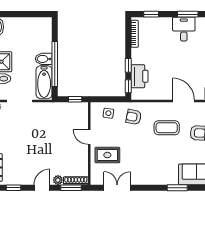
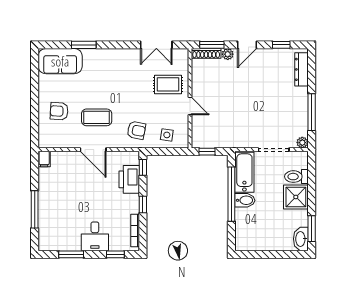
desk: (184, 29) -> (95, 236), moved
window: (128, 65) -> (143, 204), moved
door: (184, 101) -> (93, 150), moved

